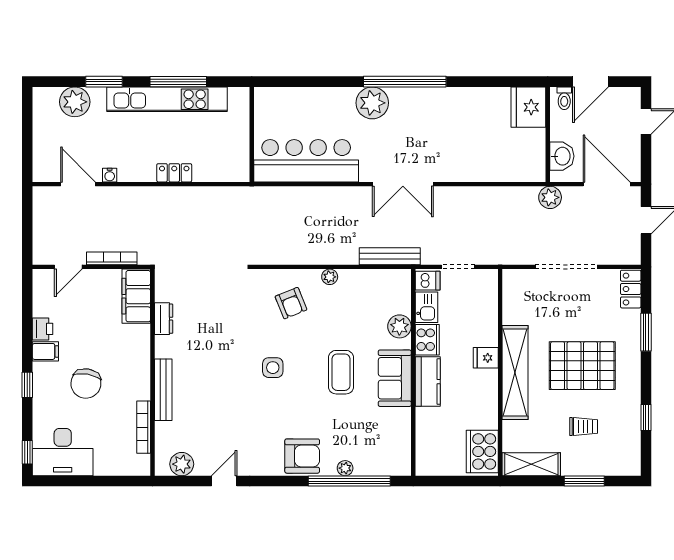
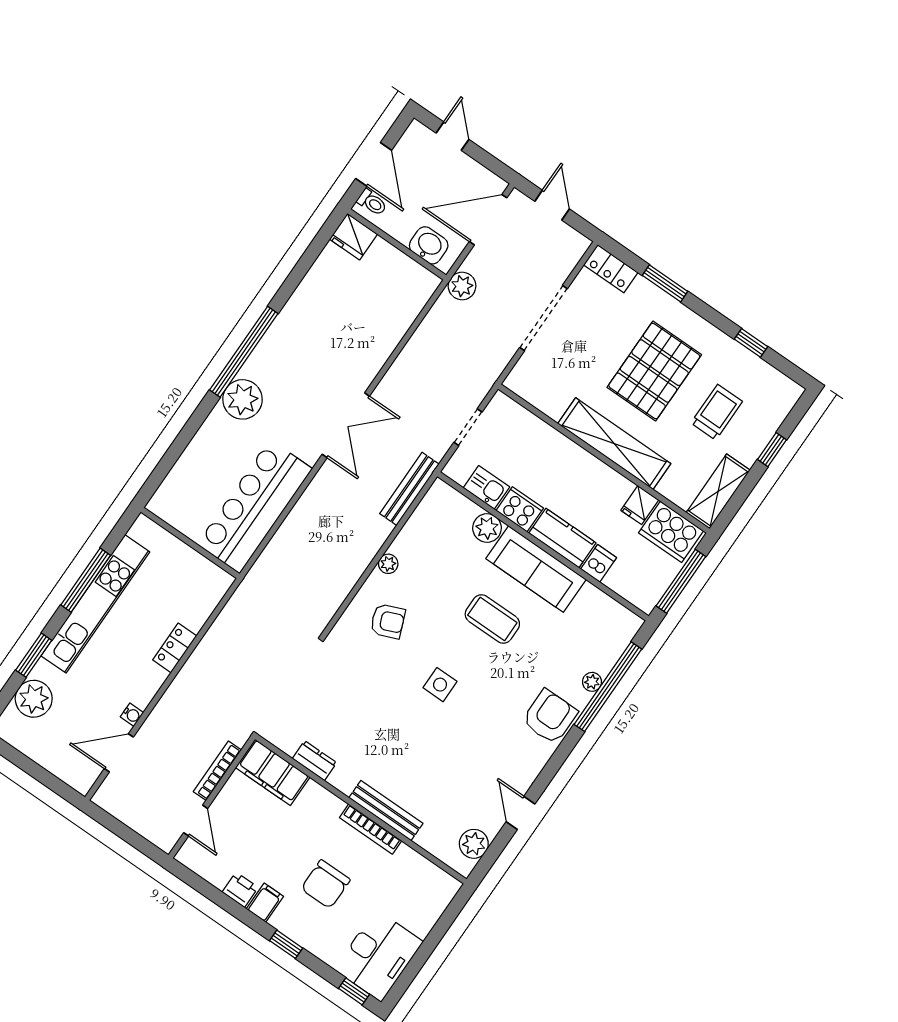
fridge: (528, 107) -> (354, 237), width x0.73, depth x0.75
dishwasher: (428, 281) -> (599, 563), moved
fridge: (486, 358) -> (640, 505), moved
sofa: (395, 378) -> (536, 569), width x1.36
chair: (86, 383) -> (326, 884), turned 80
bookcase: (144, 427) -> (371, 829), moved
trolley: (584, 427) -> (717, 412), width x1.36, depth x1.39
window: (454, 481) -> (681, 581), added
window: (584, 481) -> (772, 450), width x0.67

